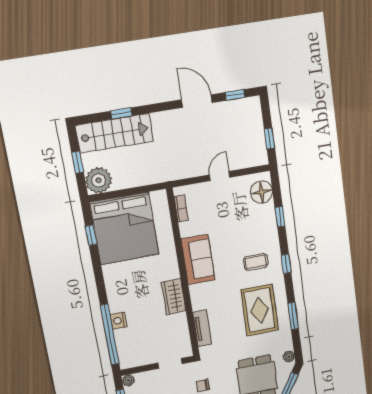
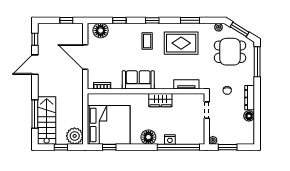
window: (121, 113) -> (35, 114), width x2.17
door: (220, 176) -> (85, 57), width x1.88
floor lamp: (117, 289) -> (148, 137), added

